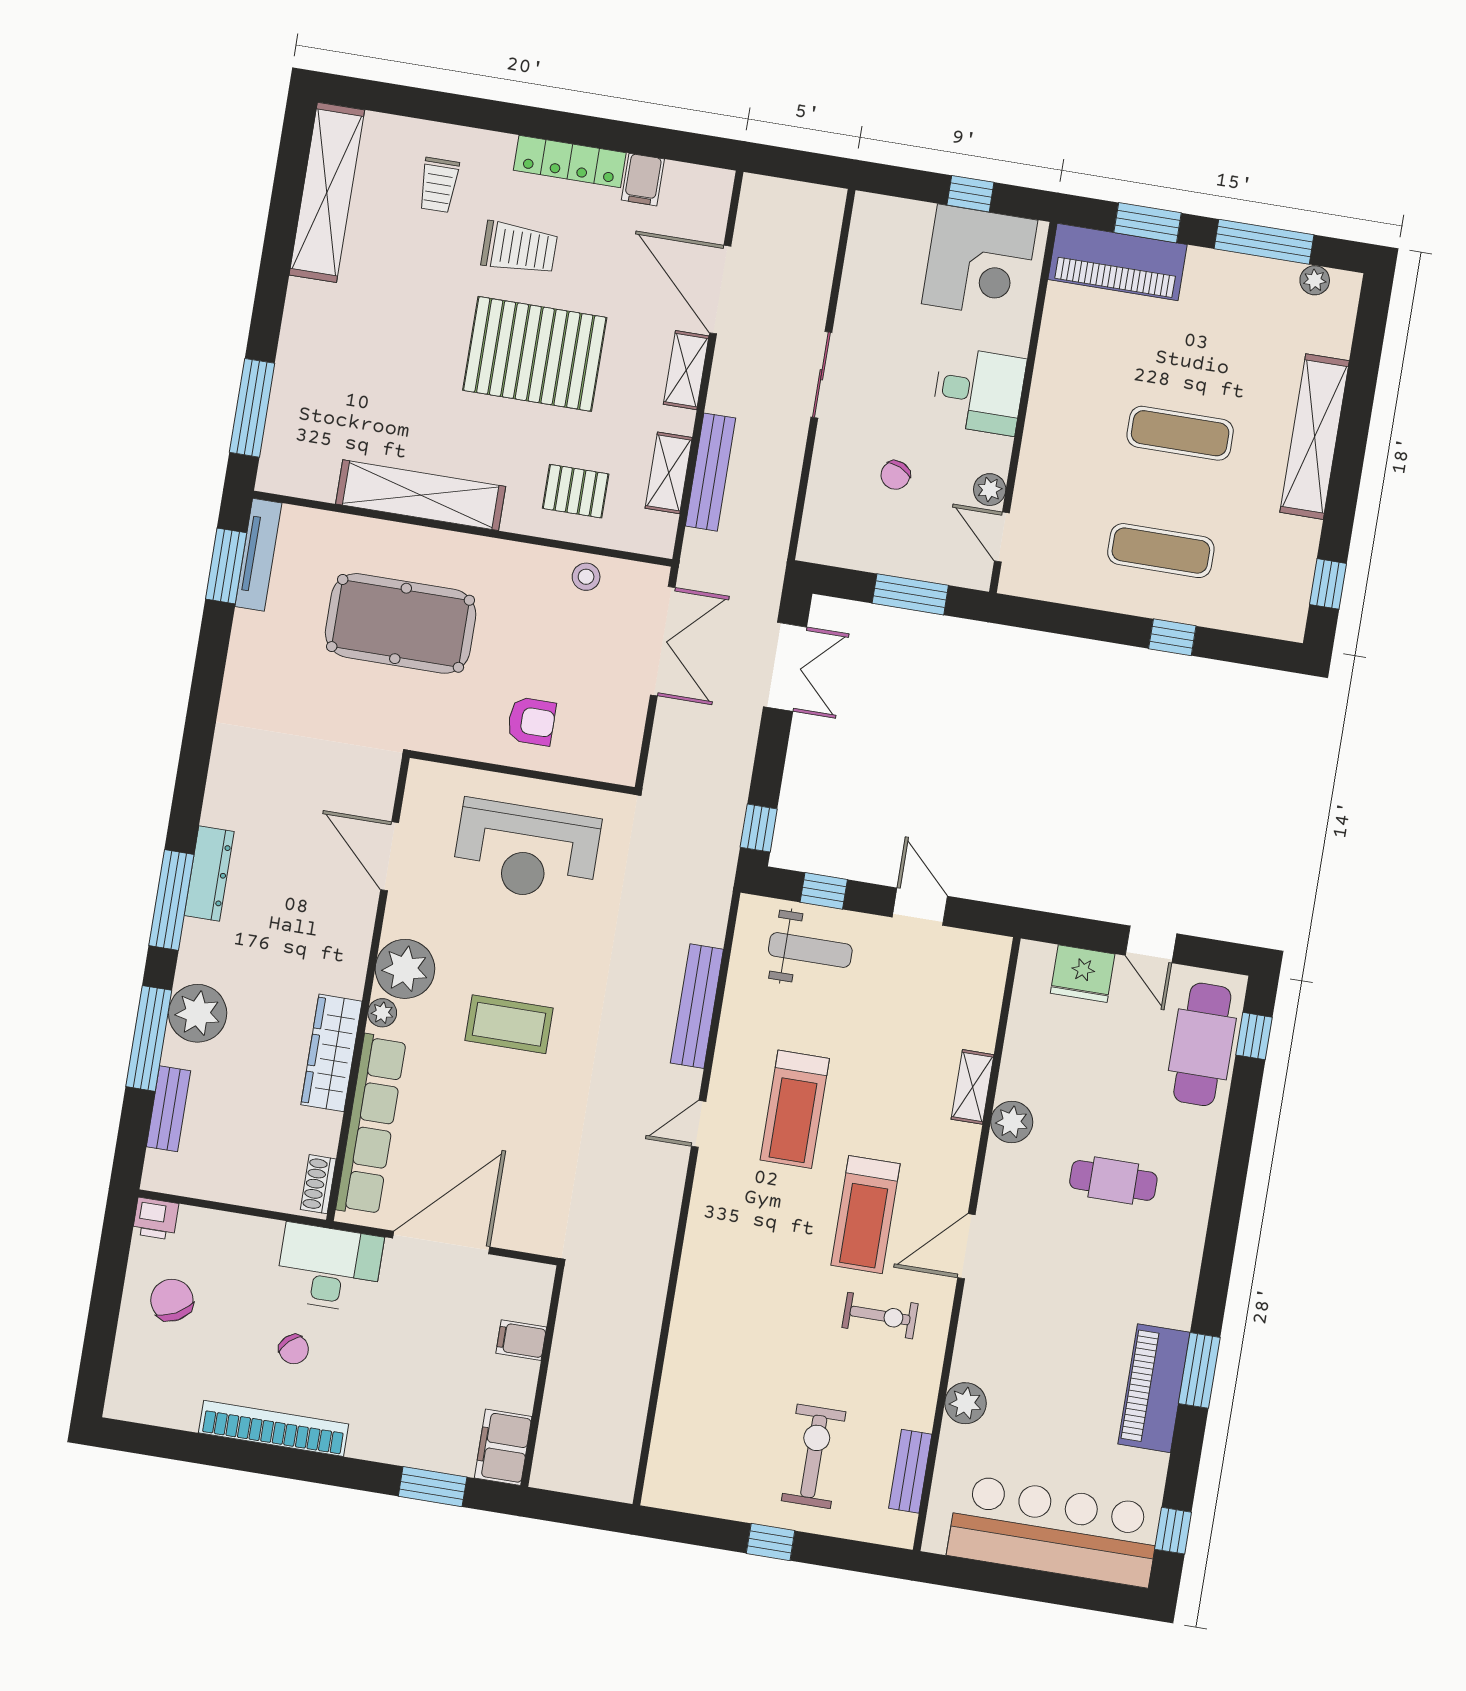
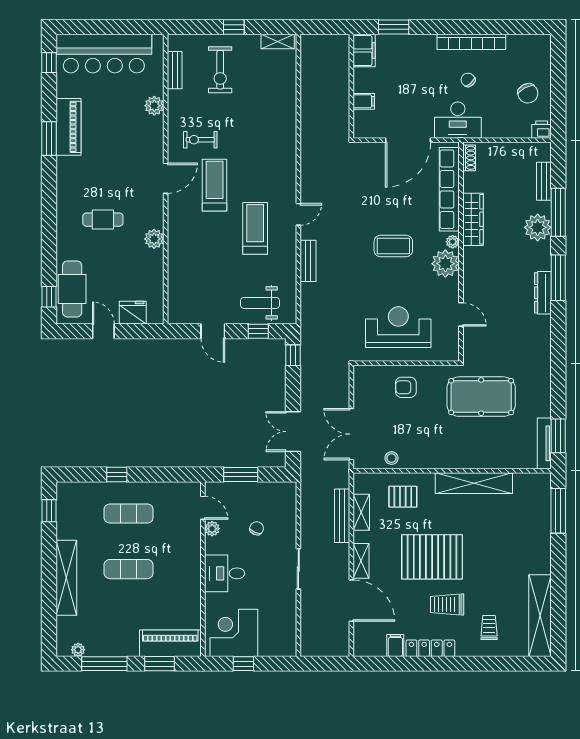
pool table: (401, 623) -> (481, 397), moved
door: (390, 856) -> (461, 314), width x0.73
bench: (697, 1006) -> (308, 261), width x0.73
shelving: (973, 1087) -> (278, 42), moved, turned 90

